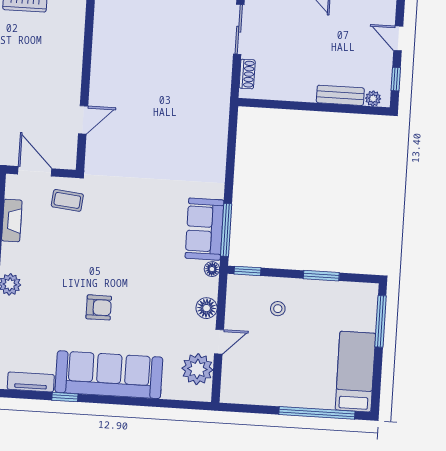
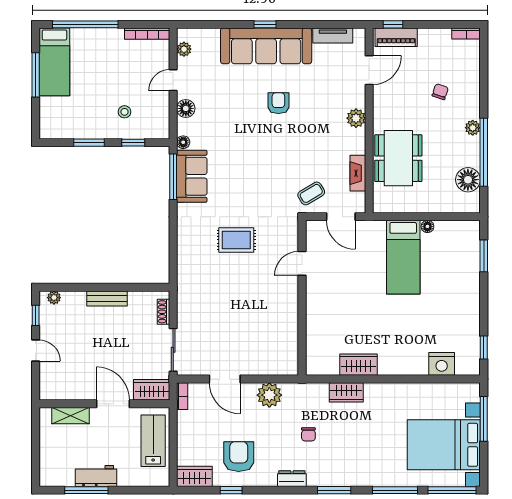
bench: (340, 95) -> (107, 298), moved
rug: (158, 152) -> (236, 240), added
coffee table: (67, 200) -> (311, 193), turned -37
window: (248, 271) -> (133, 143), moved
armchair: (99, 307) -> (278, 103), turned 90
window: (381, 321) -> (36, 75), moved
plant: (197, 369) -> (184, 49), width x0.53, depth x0.53
window: (65, 397) -> (265, 24), moved
bookcase: (246, 398) -> (147, 34), added

